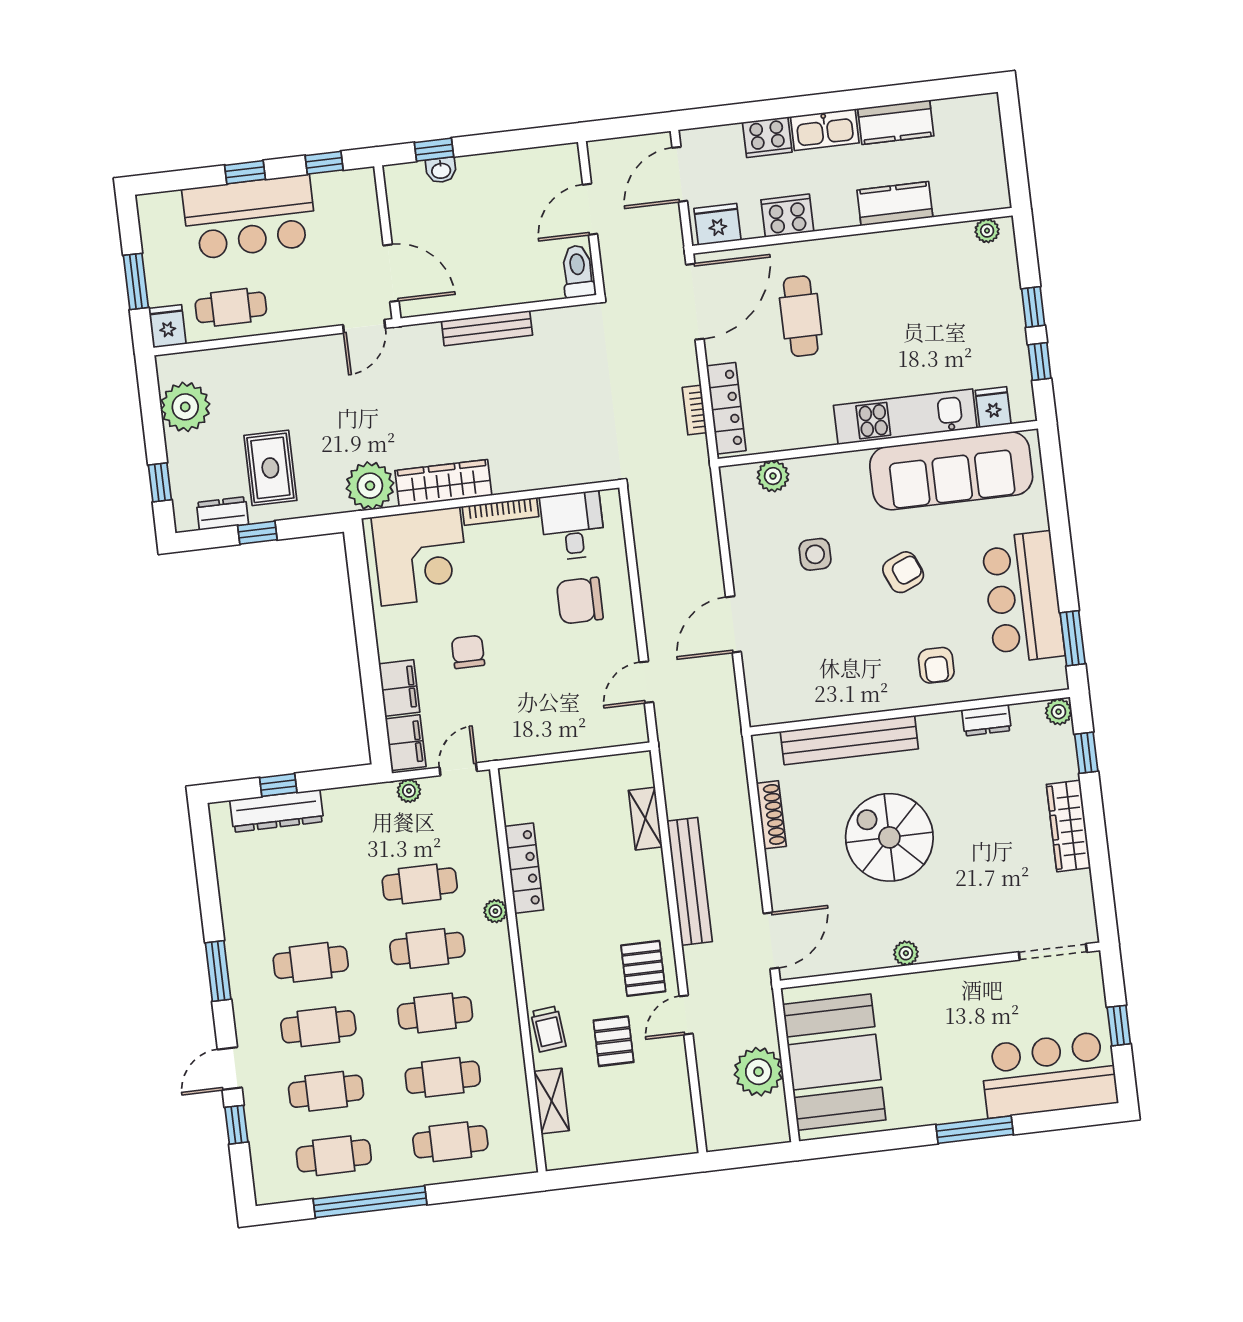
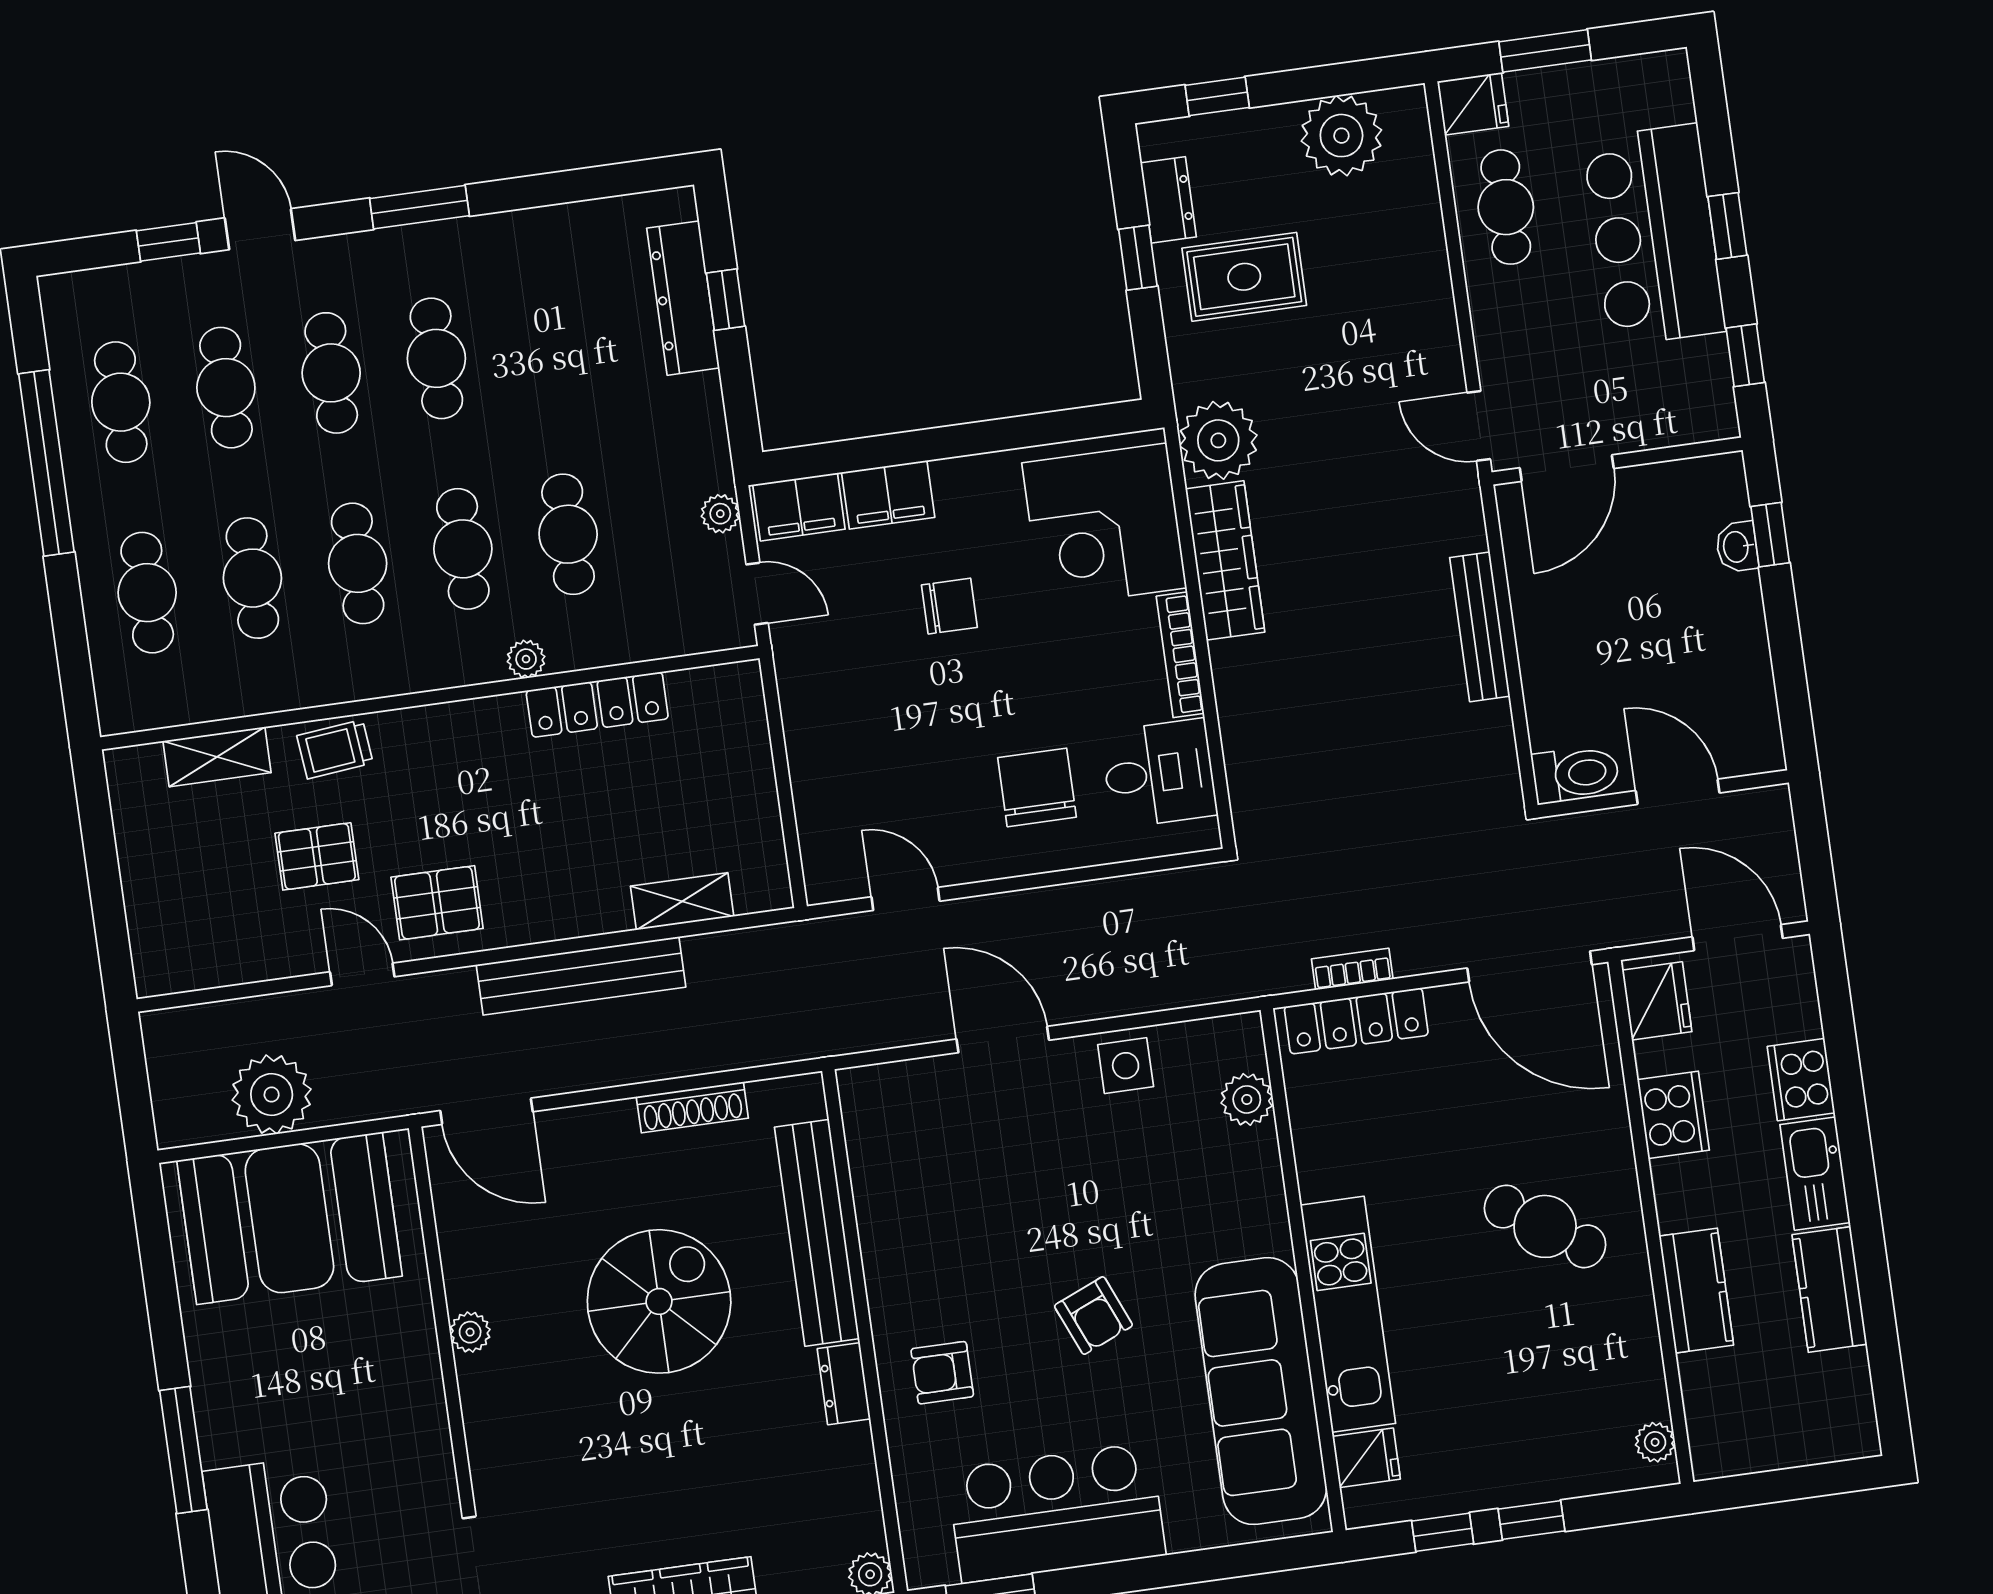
cafe table: (801, 316) -> (1545, 1226), moved, turned 34
side table: (815, 554) -> (1126, 1066), moved
dresser: (986, 720) -> (844, 1384), moved

